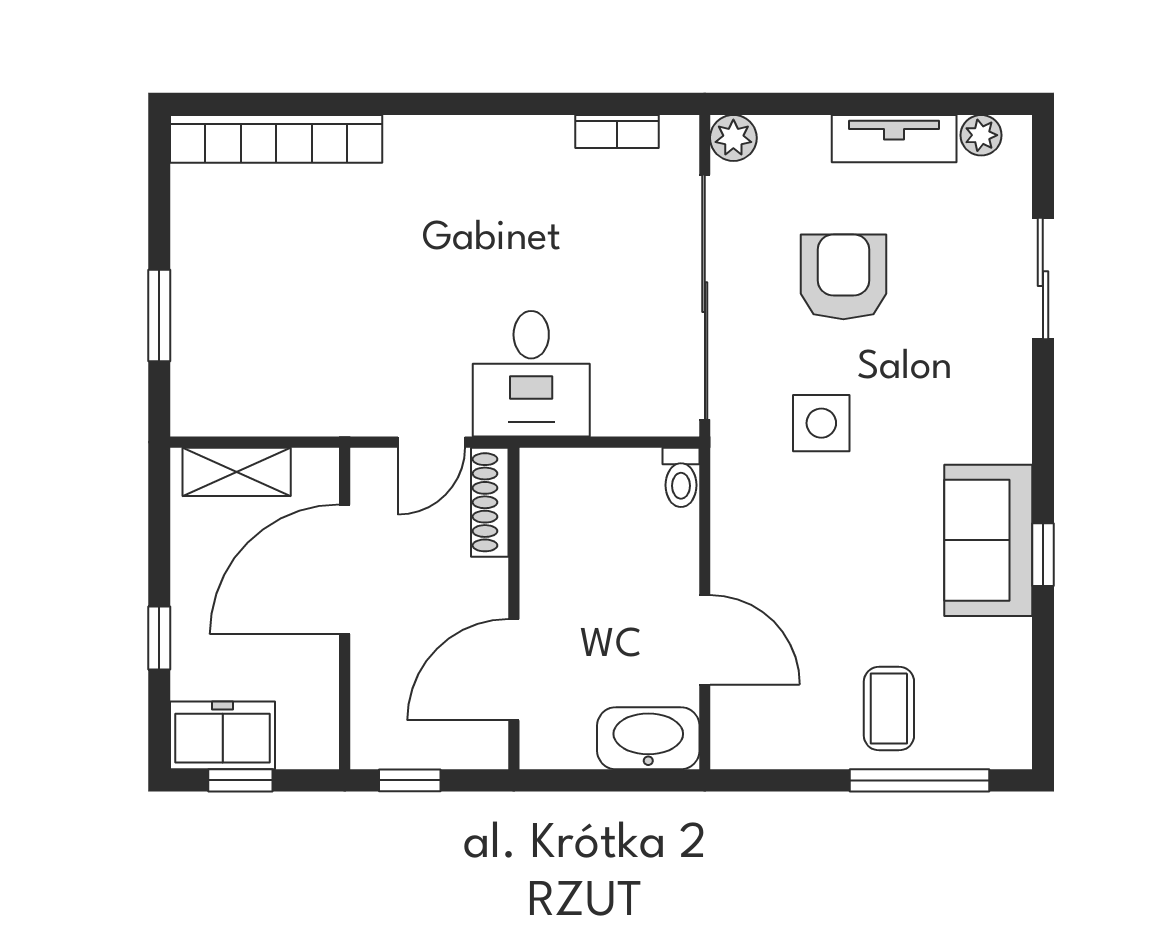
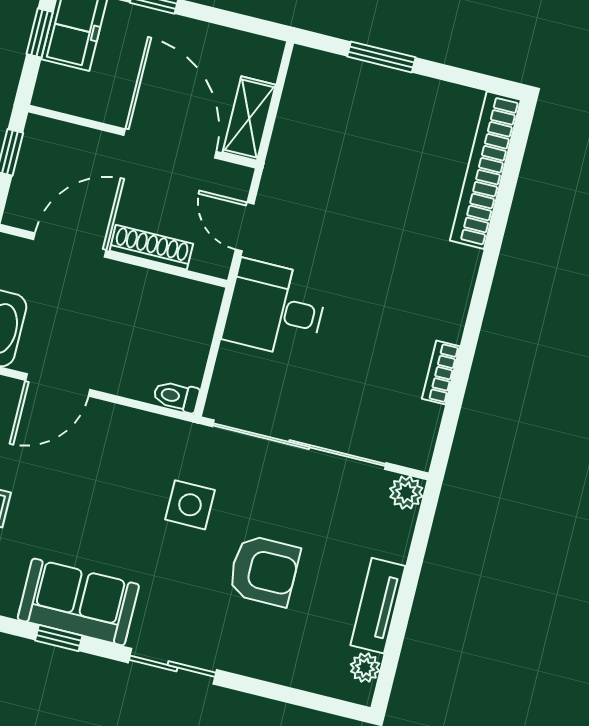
bookcase: (617, 131) -> (441, 372), moved
armchair: (843, 277) -> (264, 571), moved
sliding door: (1043, 279) -> (173, 666), moved
shelving: (237, 472) -> (249, 119), moved
shoe rack: (490, 502) -> (151, 247), moved
door: (514, 670) -> (70, 245), hinge flipped

